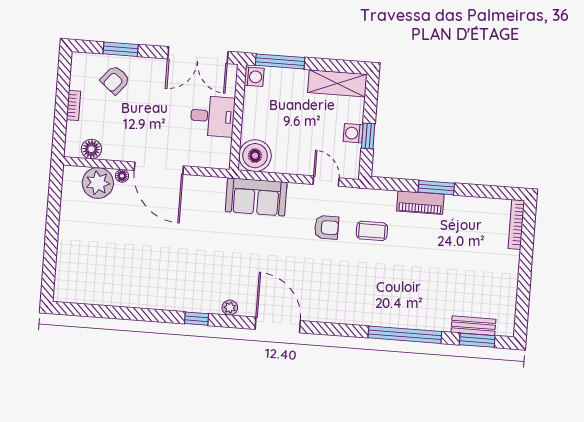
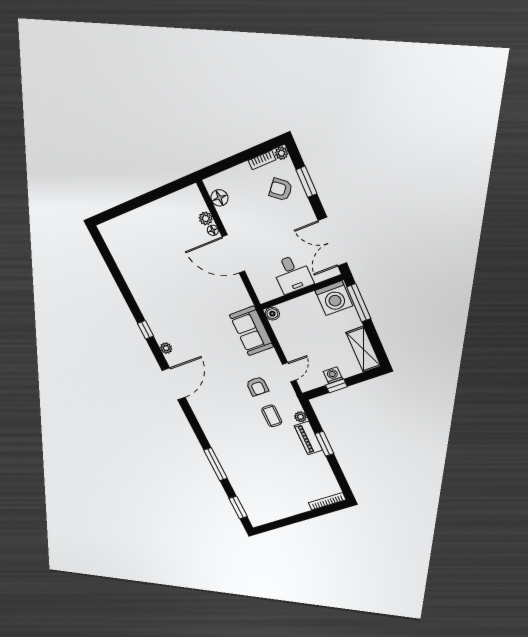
plant: (79, 59) -> (281, 153), added
washing machine: (254, 77) -> (334, 298), width x1.89, depth x1.89
bookcase: (74, 105) -> (262, 160), moved
boiler: (255, 156) -> (272, 314), width x0.54, depth x0.54
door: (159, 168) -> (233, 254), hinge flipped
plant: (98, 183) -> (206, 218), width x0.53, depth x0.53
plant: (388, 198) -> (300, 417), added
bench: (473, 326) -> (246, 502), removed
window: (405, 335) -> (216, 464), width x0.68

